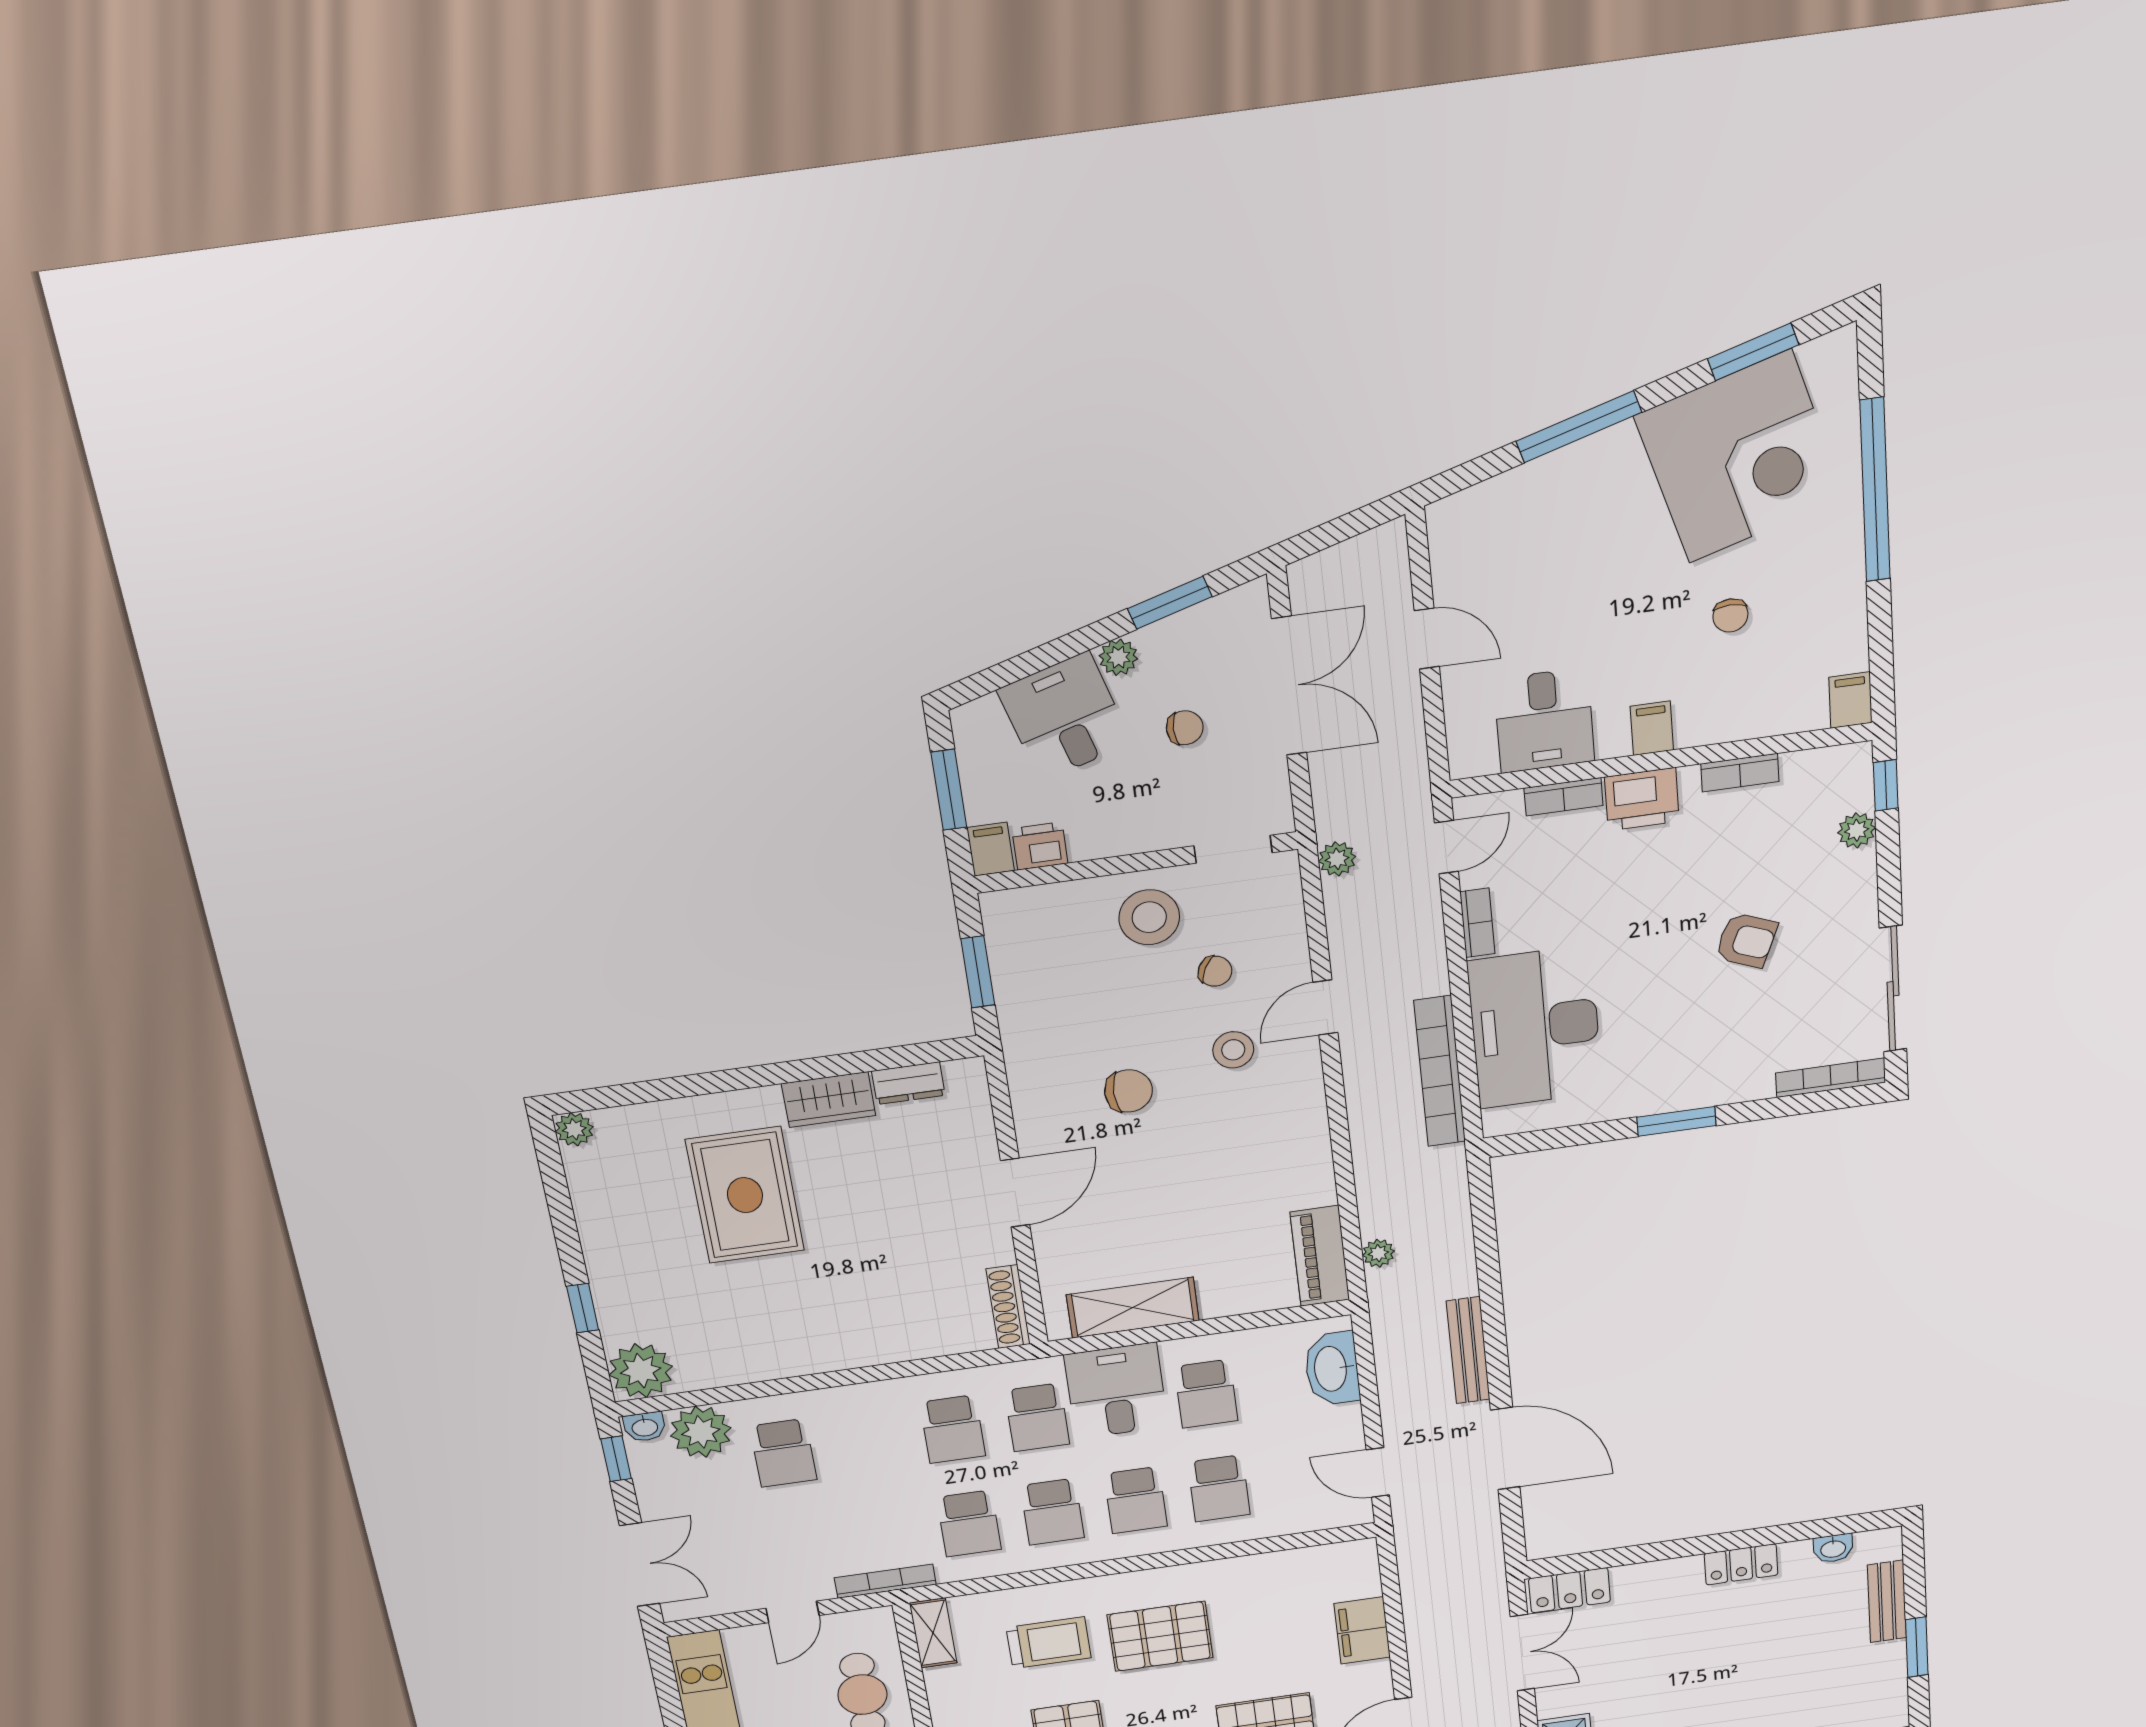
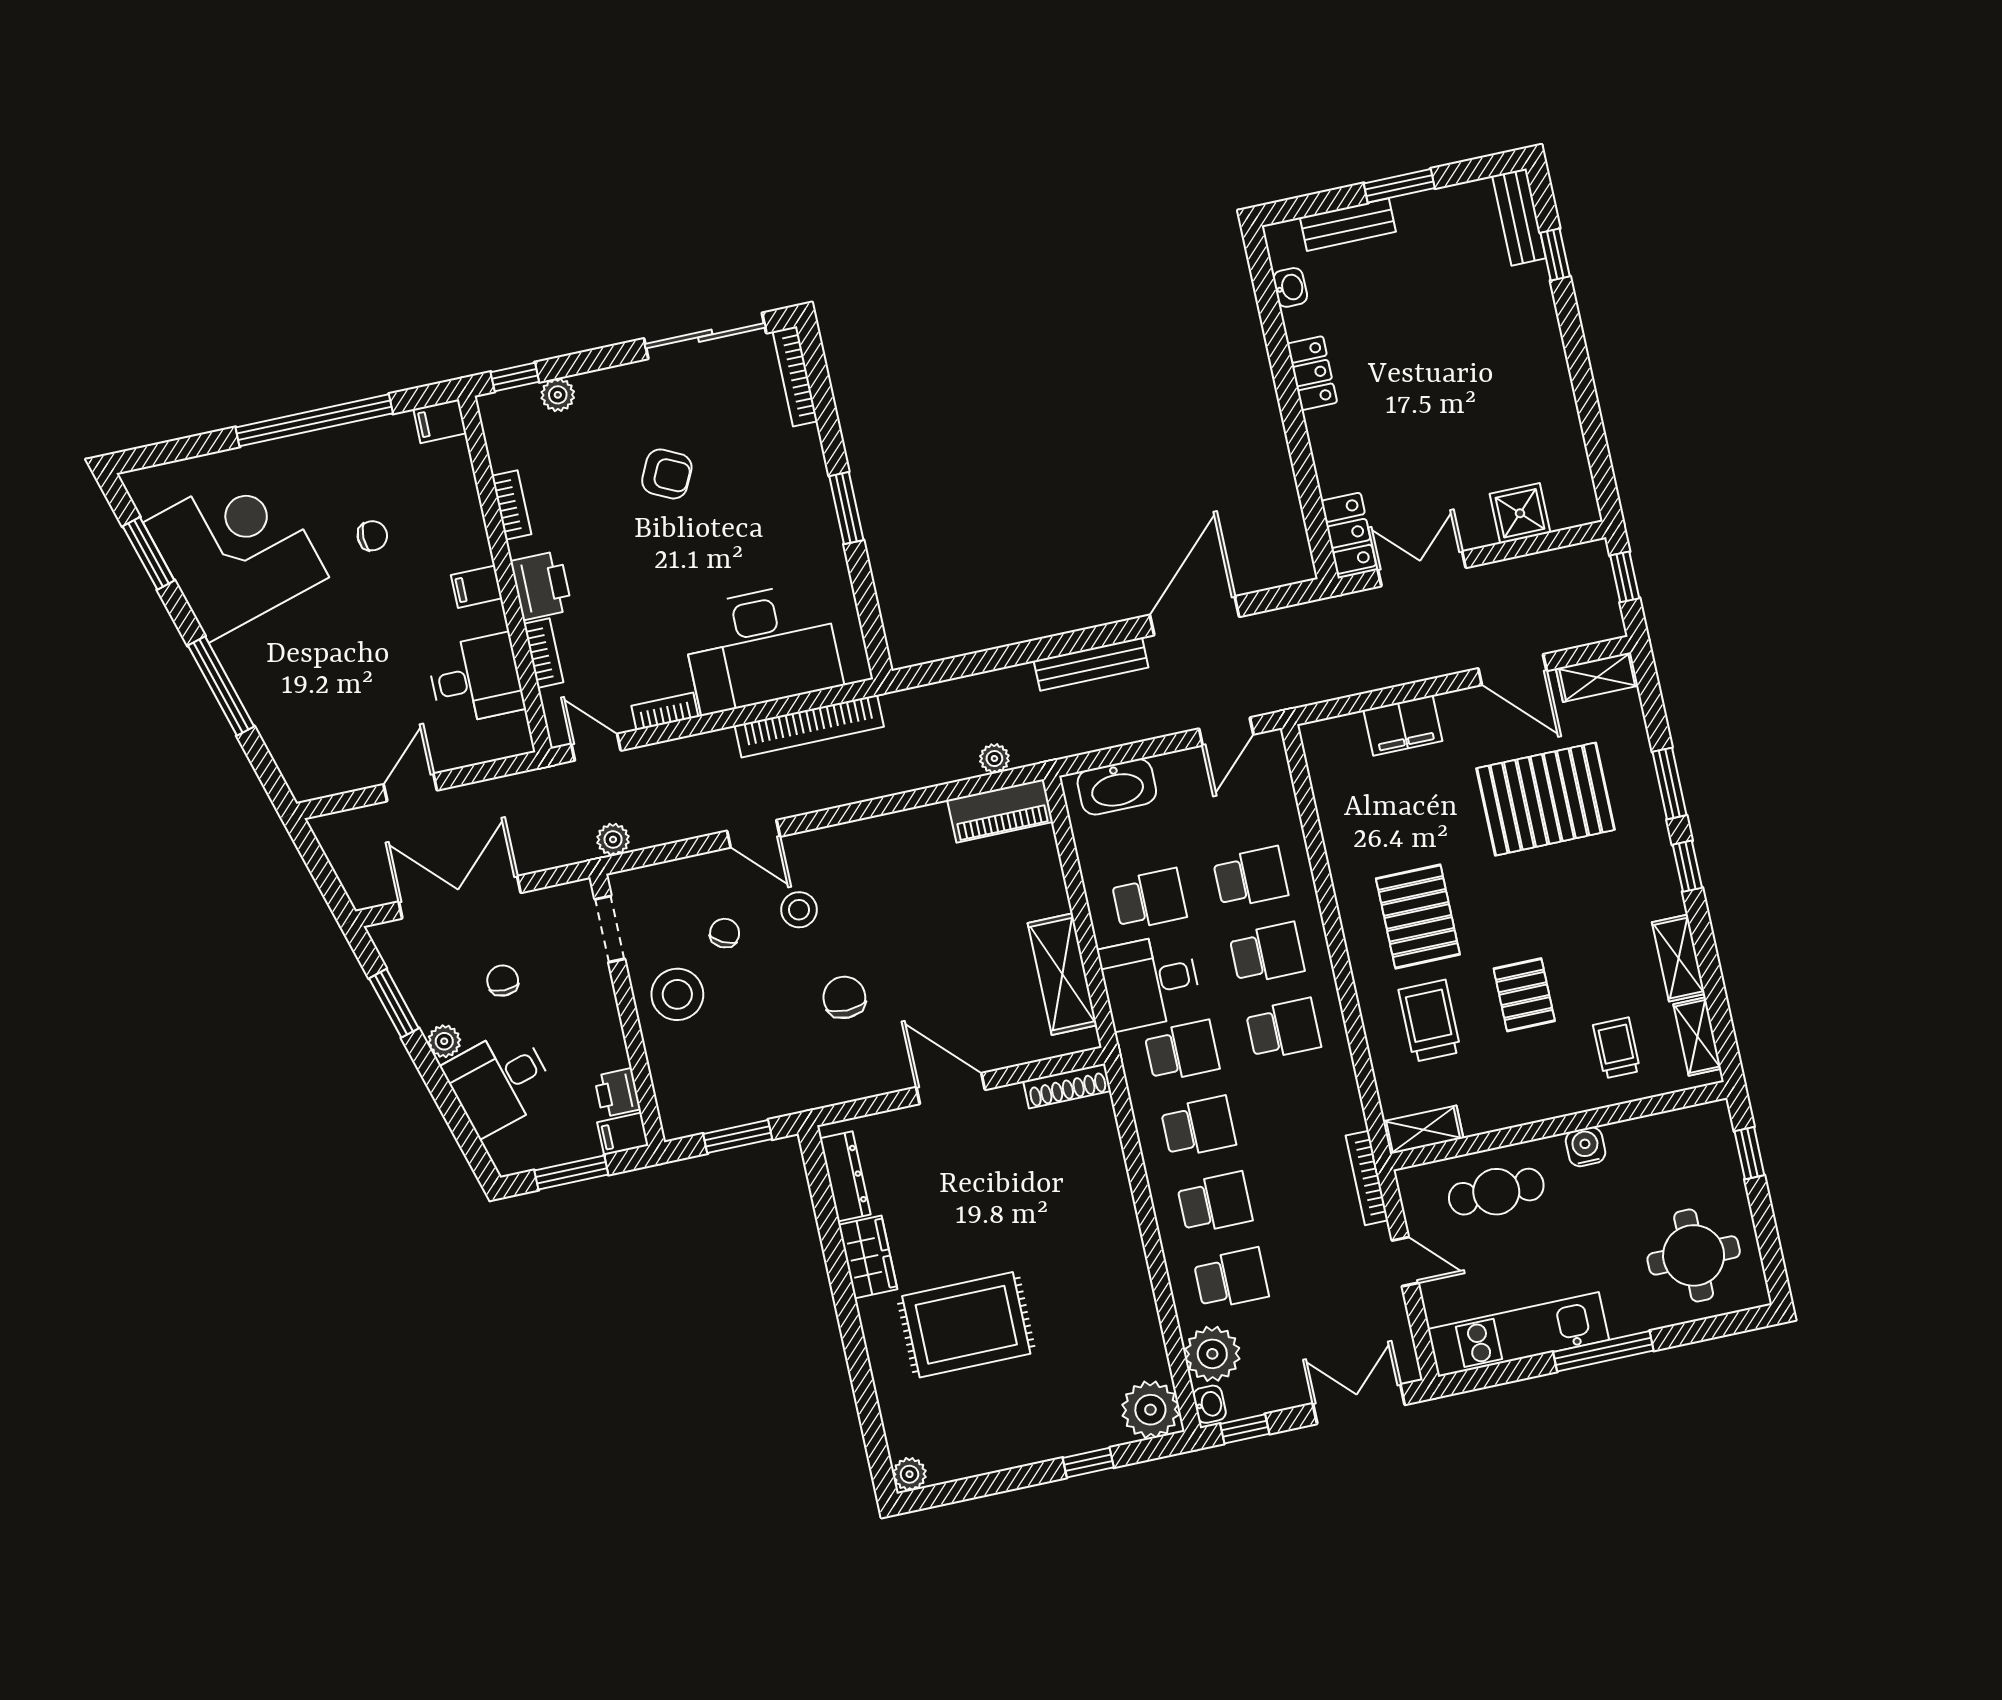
window: (1875, 490) -> (314, 420), moved
armchair: (1746, 940) -> (667, 474), turned 94
dresser: (908, 1083) -> (845, 1176), width x1.44
school desk: (969, 1523) -> (1215, 1203), moved

